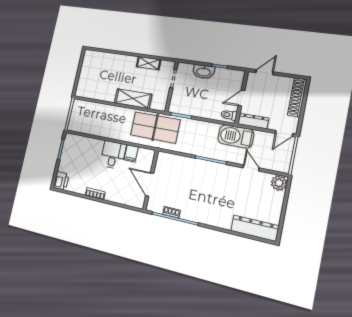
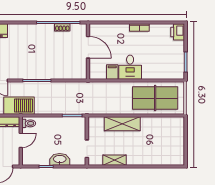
table tennis table: (155, 127) -> (155, 98), moved

